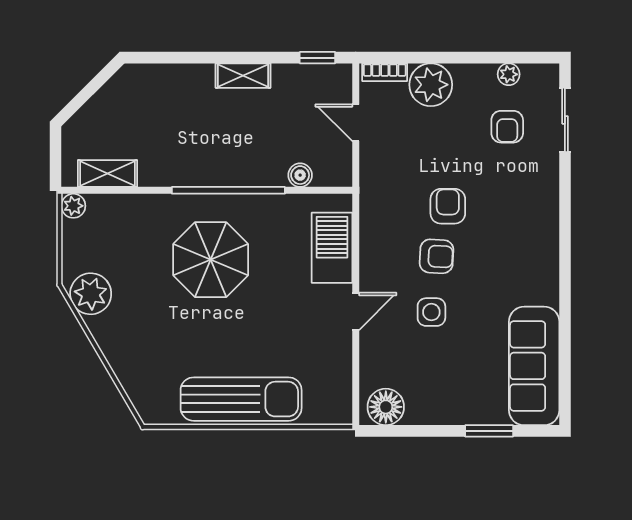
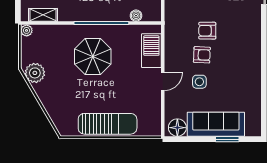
armchair: (448, 206) -> (207, 31), turned -90
sofa: (534, 366) -> (216, 124), moved, turned 90

